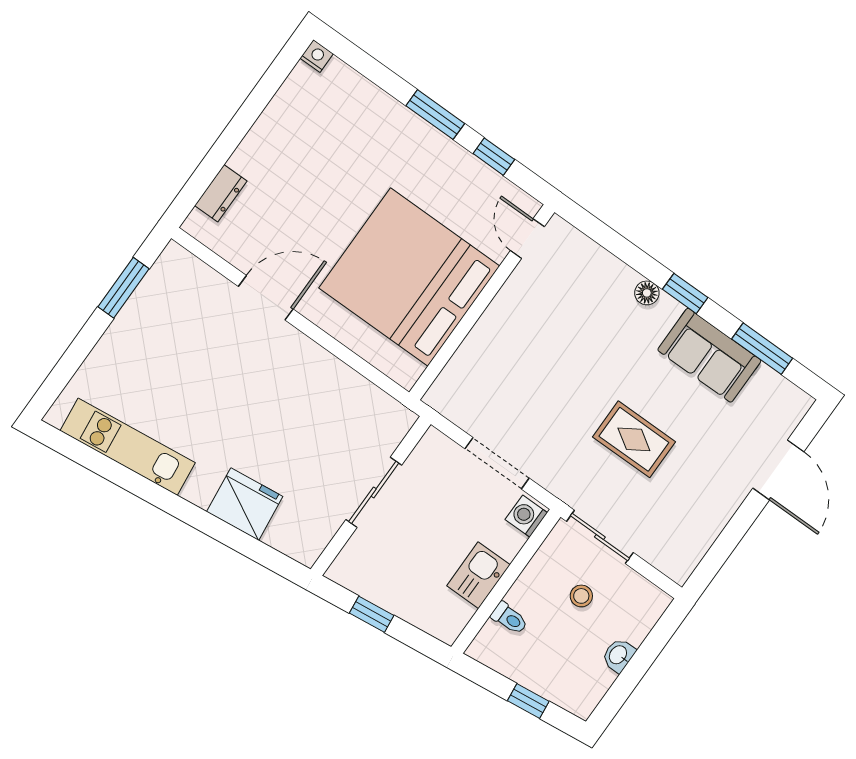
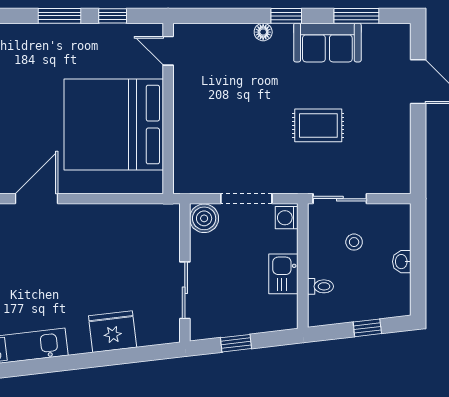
boiler: (435, 452) -> (204, 218), added
sliding door: (374, 492) -> (185, 290), moved

